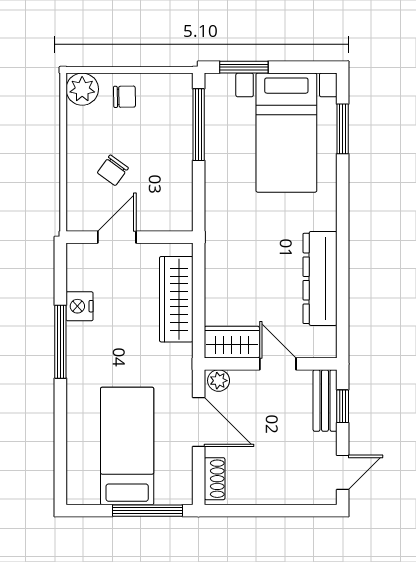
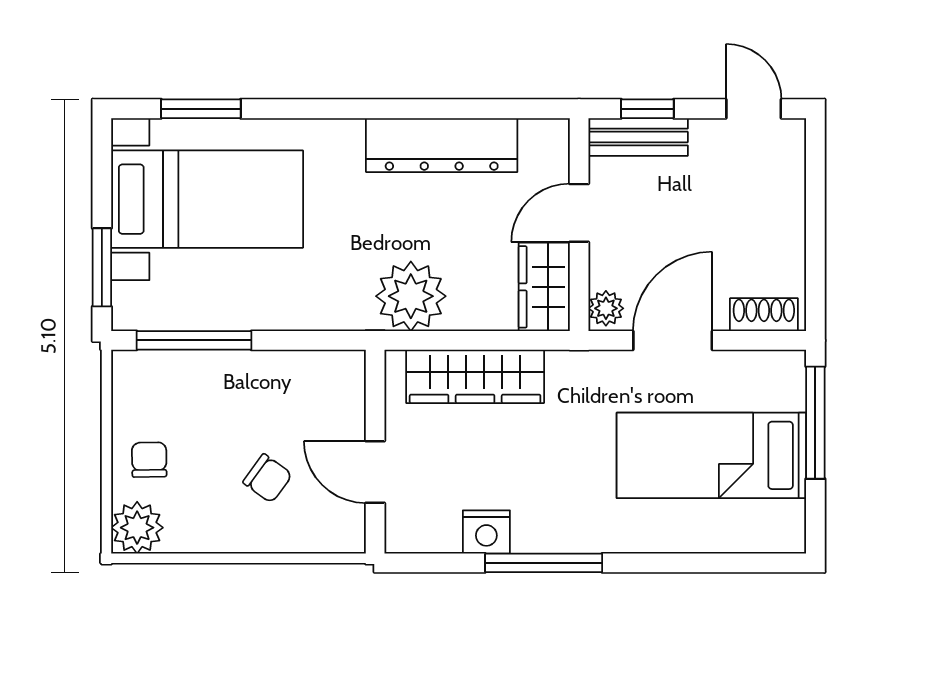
plant: (226, 259) -> (411, 296), added

